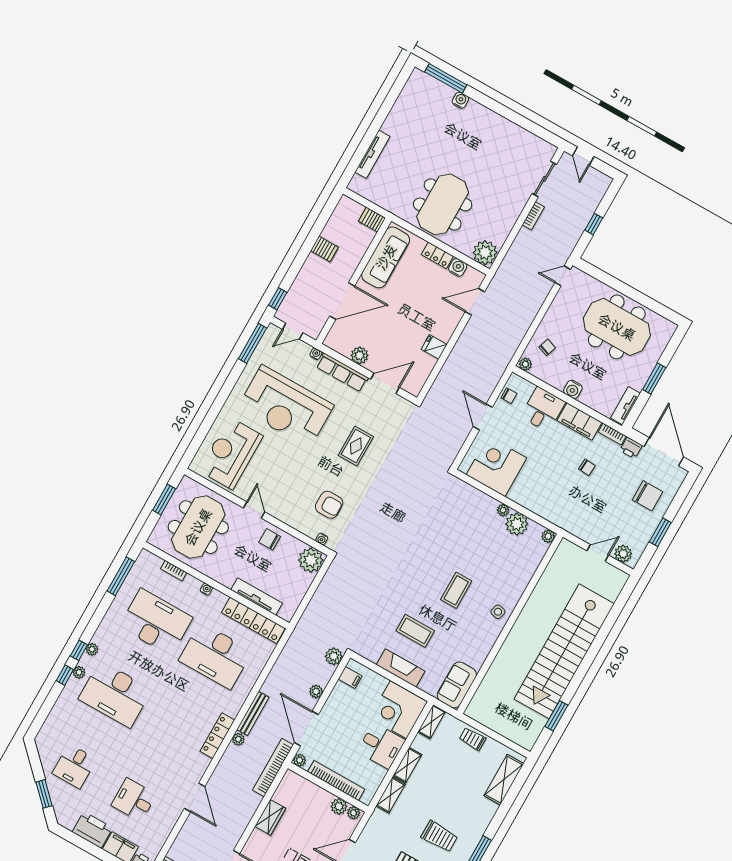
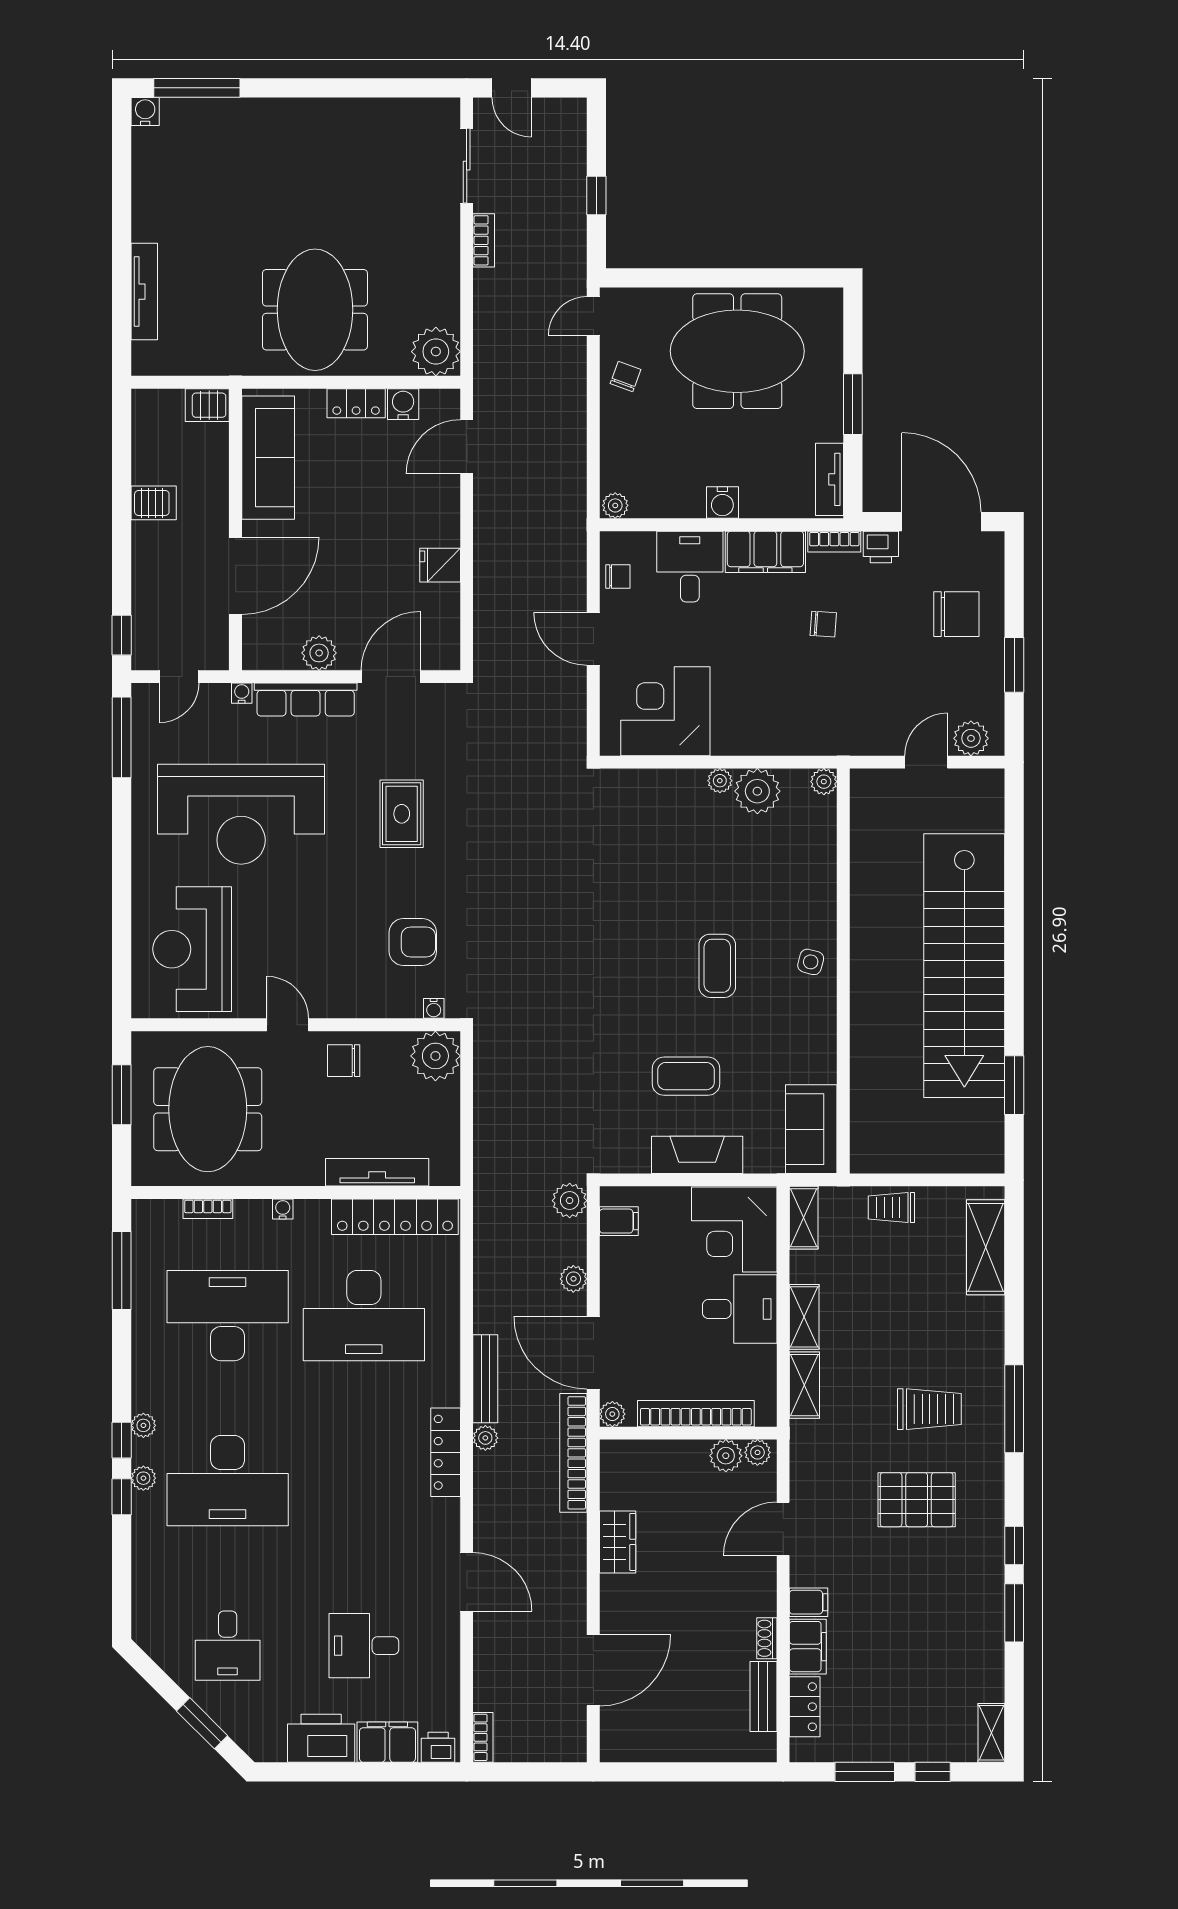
water cooler: (460, 100) -> (145, 111), moved
chair: (547, 347) -> (625, 377), moved

